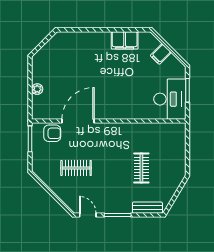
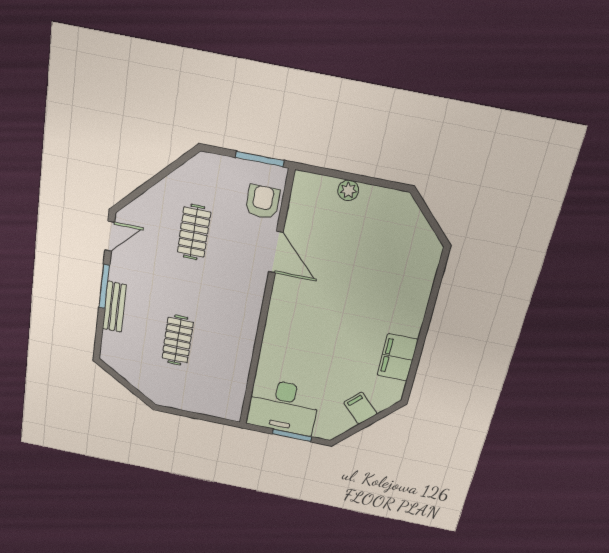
door: (78, 121) -> (276, 252), width x0.73
armchair: (52, 133) -> (263, 202), turned 180
clothes rail: (141, 168) -> (178, 340), turned 90
bench: (147, 208) -> (114, 307), moved

